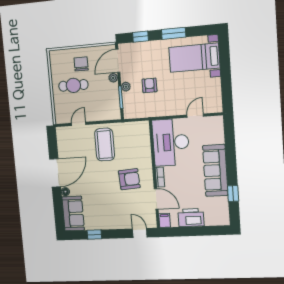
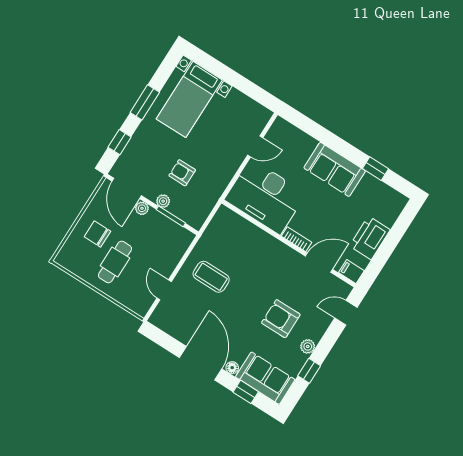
door: (195, 116) -> (255, 146), swing flipped
coffee table: (105, 145) -> (211, 277), width x0.73, depth x0.76
sofa: (215, 170) -> (335, 169), width x0.73
armchair: (129, 179) -> (281, 319), moved, turned -86
window: (58, 208) -> (246, 392), added
plant: (107, 225) -> (308, 346), added

